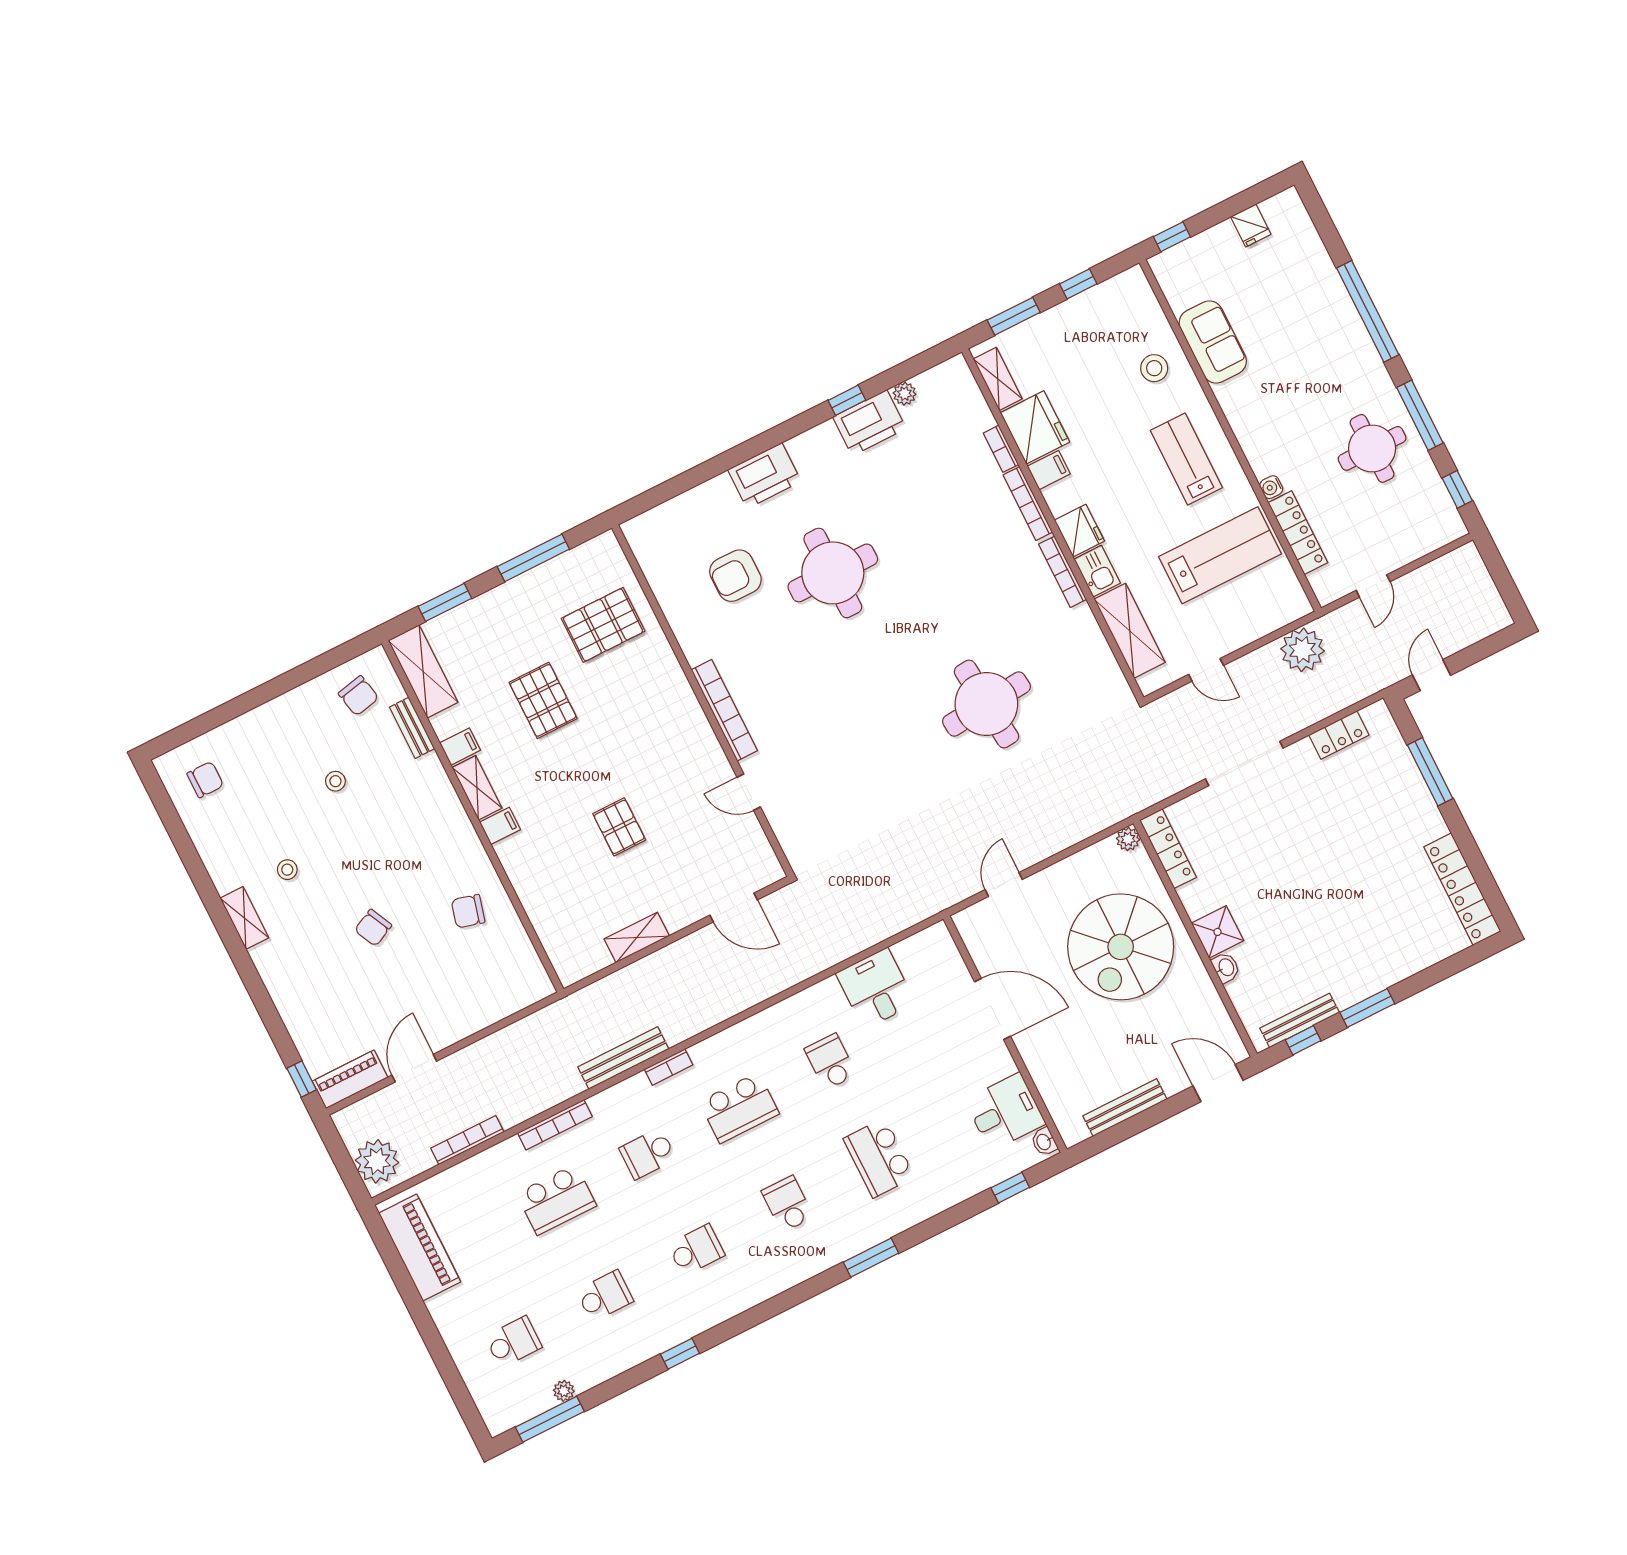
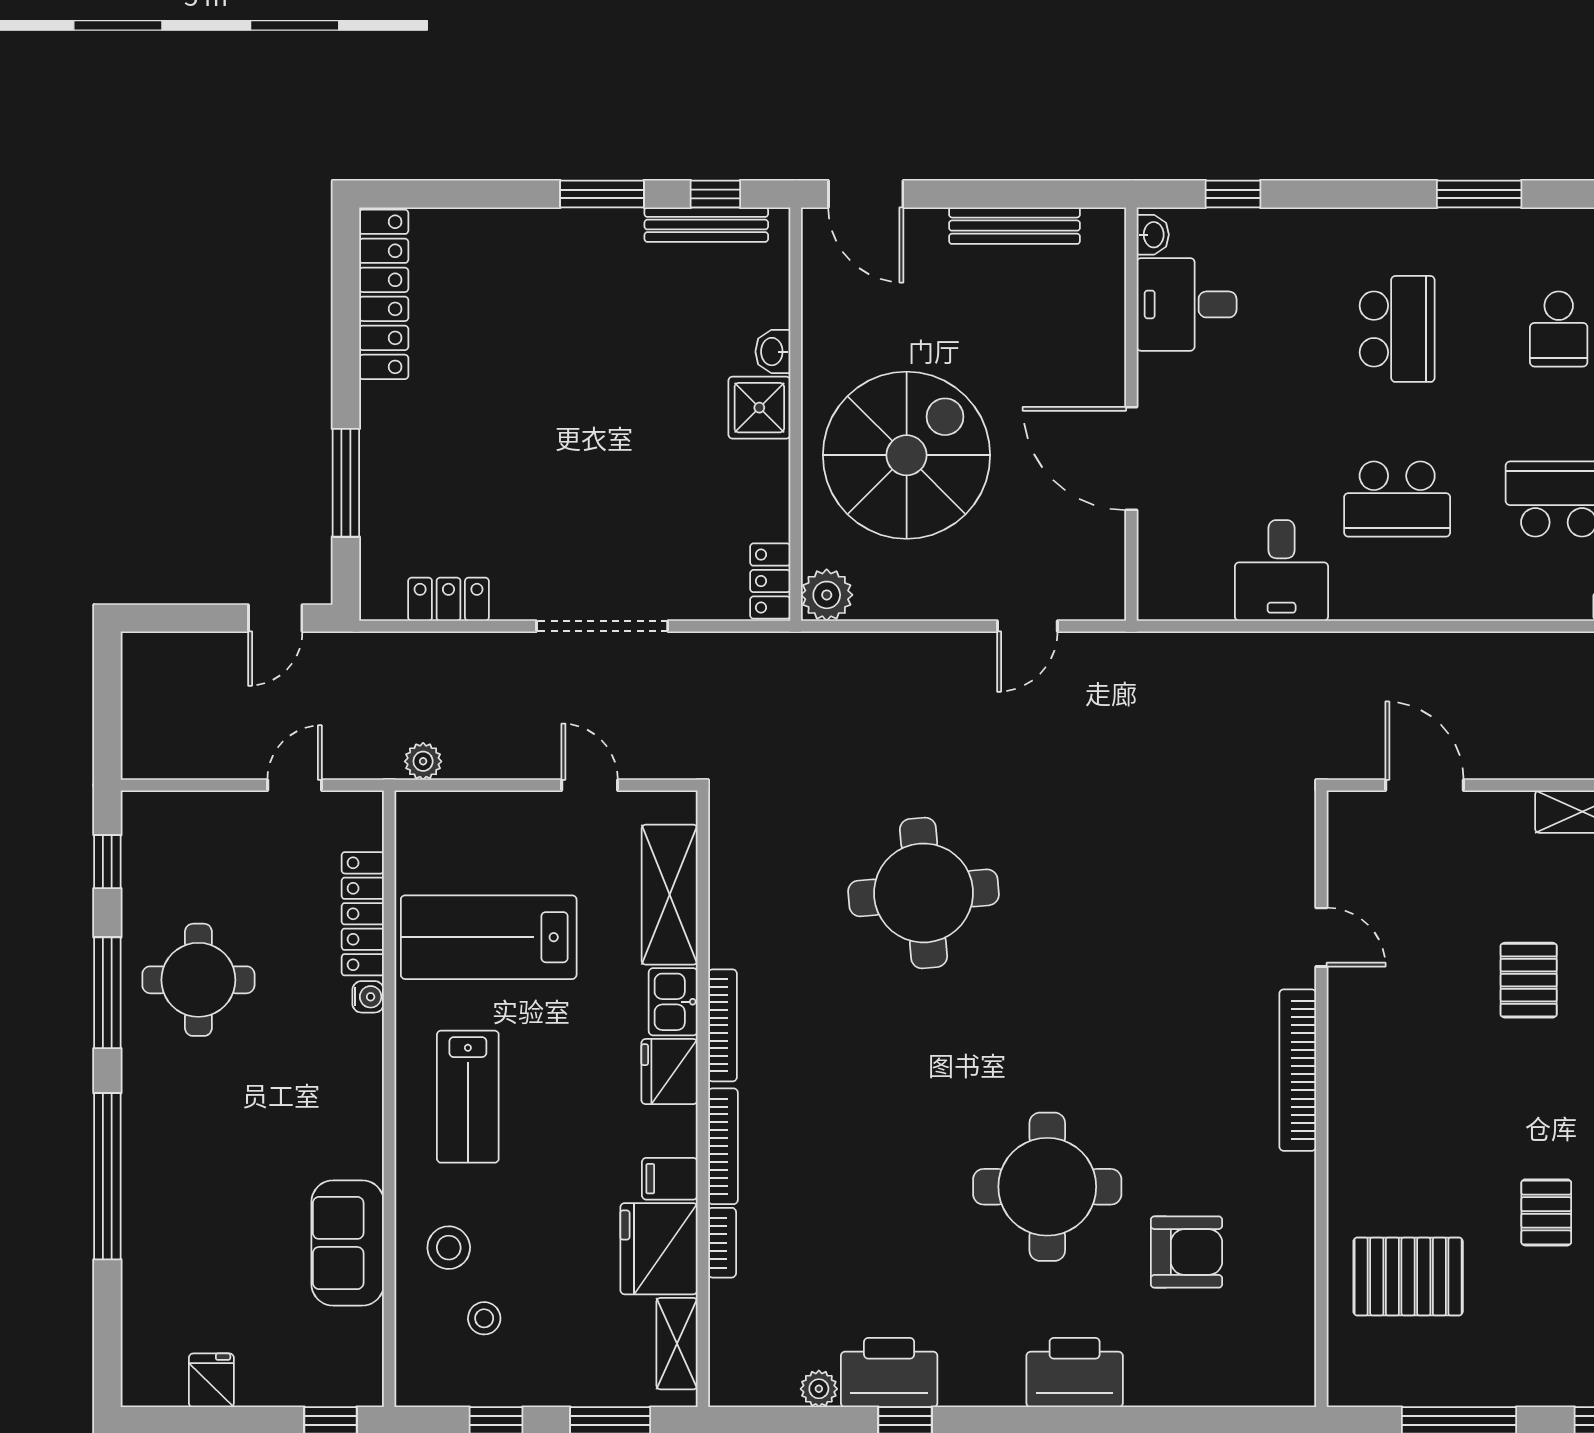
stool: (1114, 338) -> (484, 1318), added
plant: (1303, 650) -> (423, 761), width x0.53, depth x0.53
pallet: (543, 700) -> (1546, 1212), width x0.67, depth x0.71
plant: (1128, 839) -> (827, 595), width x1.38, depth x1.38
locker: (1168, 849) -> (770, 581), width x0.66
school desk: (831, 1062) -> (1397, 499), width x1.85

